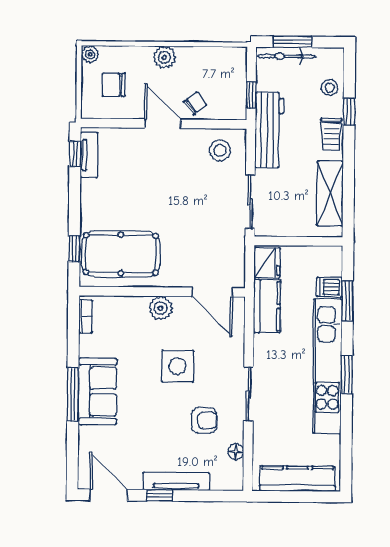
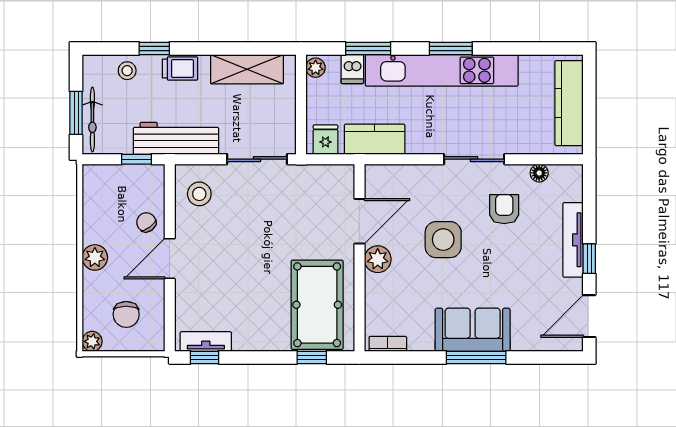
plant: (331, 254) -> (316, 68), added
fridge: (267, 263) -> (325, 140), width x0.72
door: (212, 292) -> (359, 221), moved

